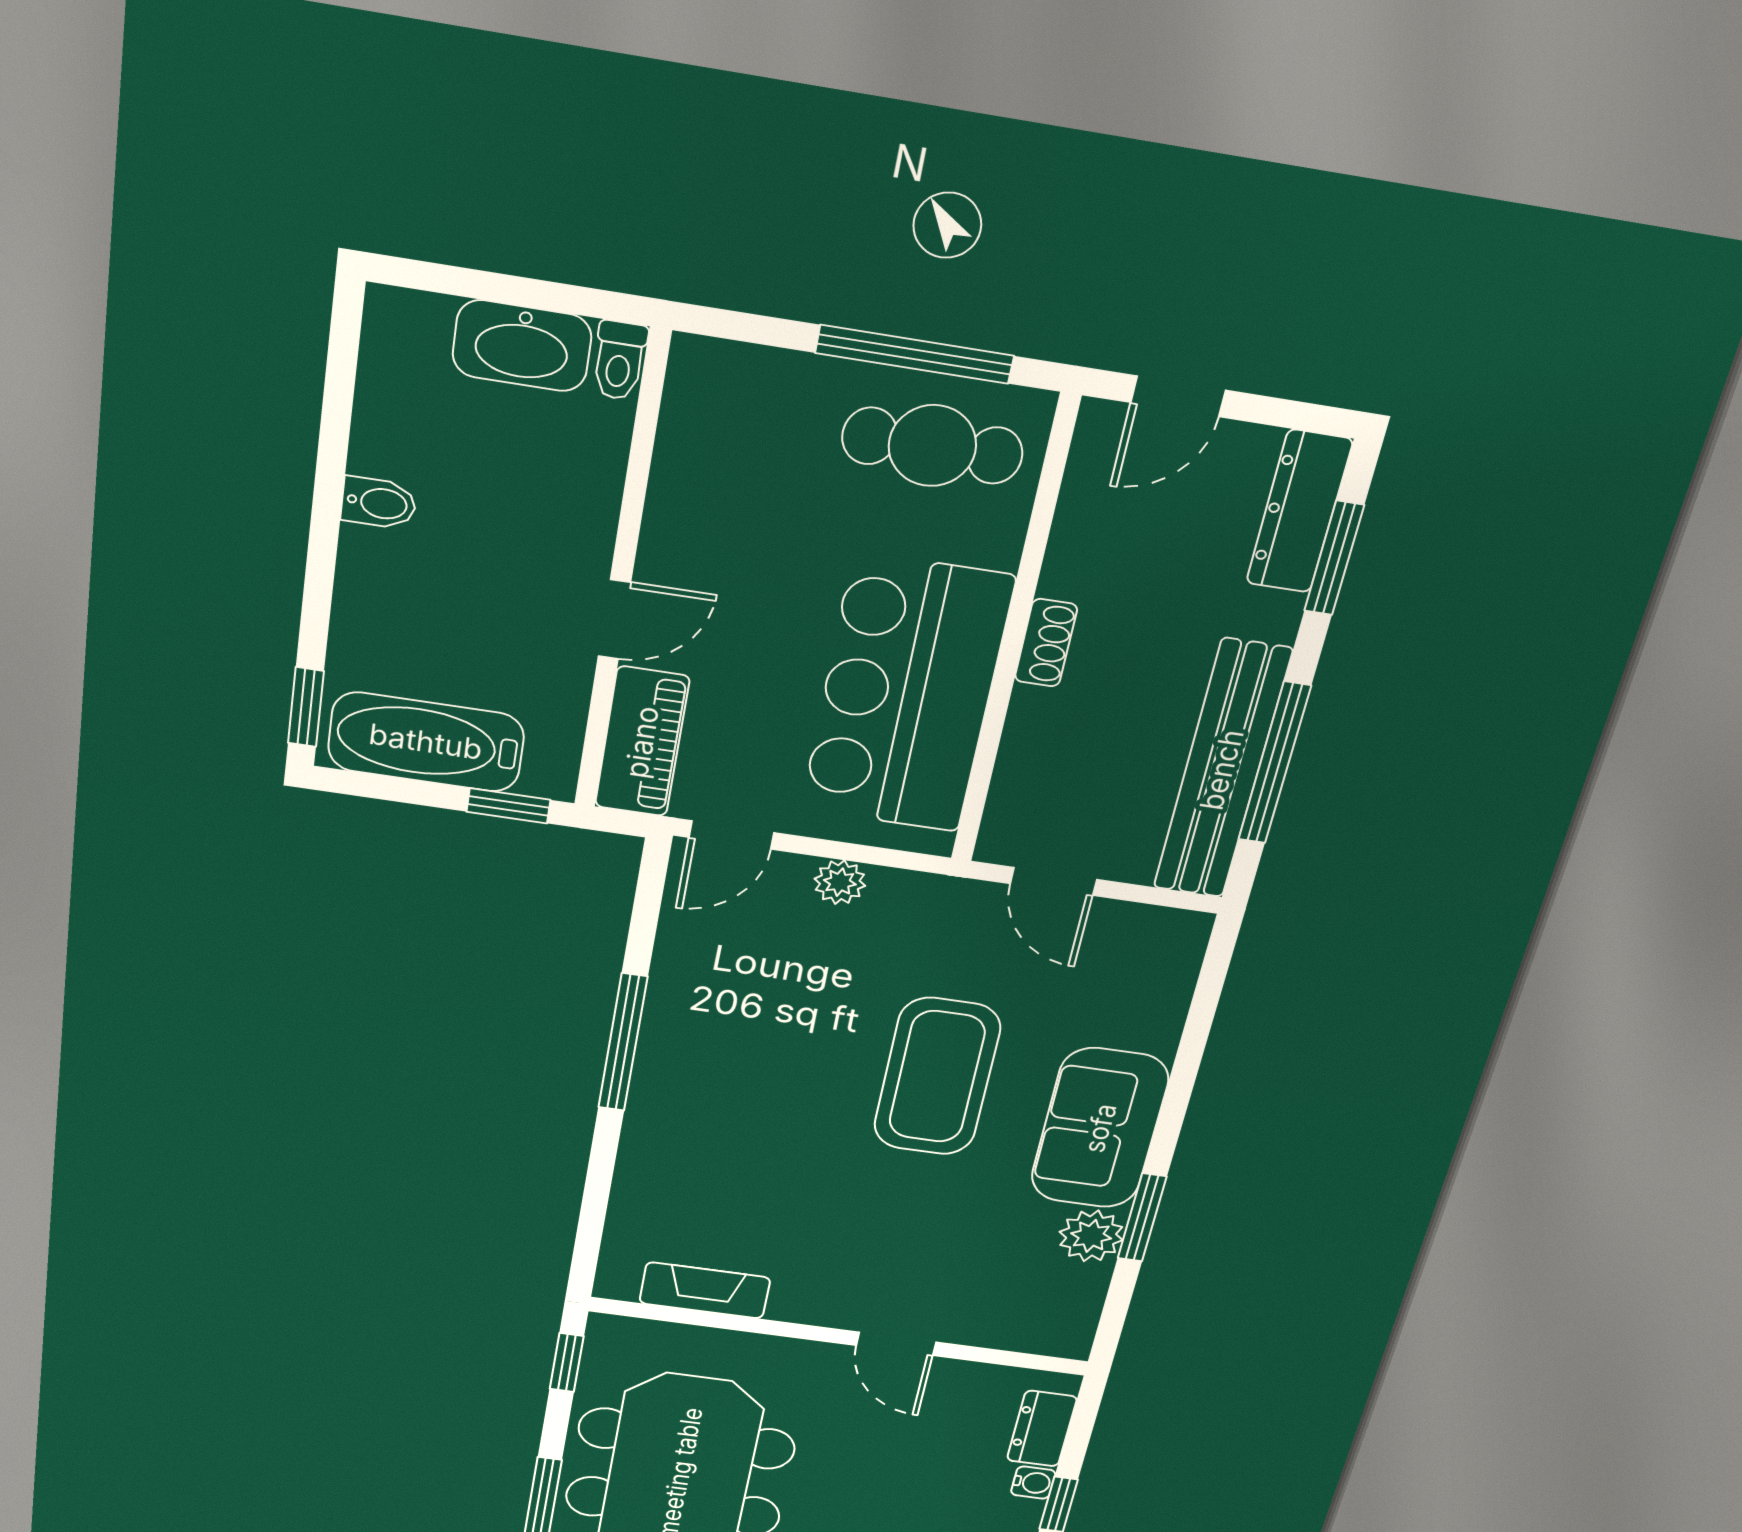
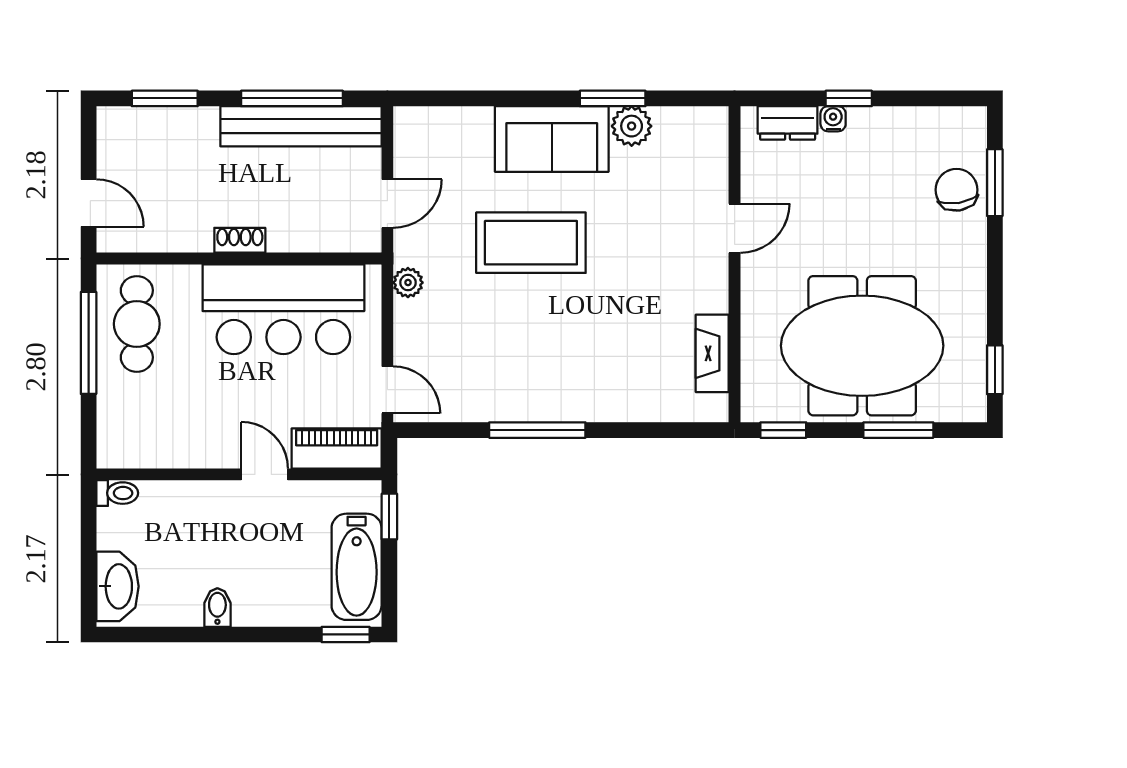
washbasin: (522, 346) -> (117, 586), moved
dresser: (1299, 512) -> (142, 124), removed
plant: (840, 882) -> (408, 283), moved

